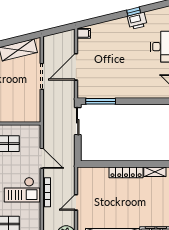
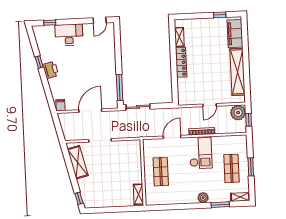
printer: (137, 21) -> (51, 70), moved
door: (76, 67) -> (90, 111), swing flipped
door: (76, 202) -> (210, 105), hinge flipped

